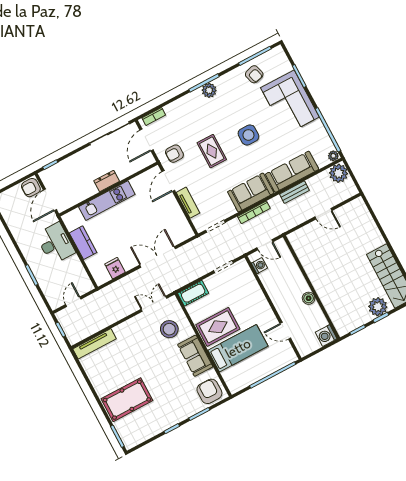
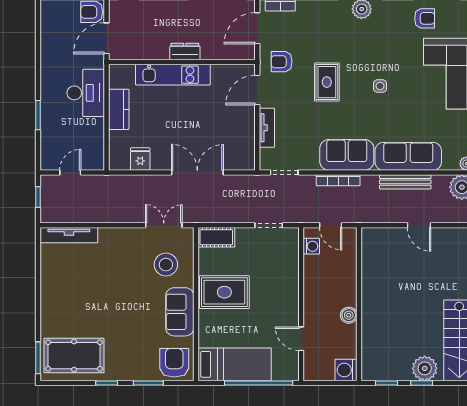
armchair: (254, 74) -> (425, 18), turned -74
side table: (248, 135) -> (380, 86), width x0.54, depth x0.54
bench: (294, 192) -> (405, 182), width x1.36
bed: (238, 348) -> (235, 364), moved
pool table: (127, 400) -> (74, 356), moved

